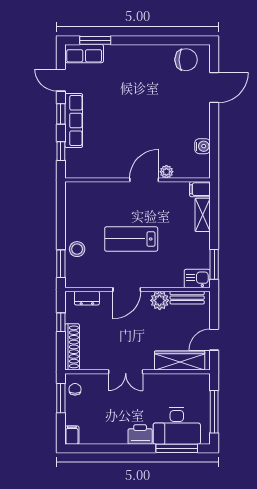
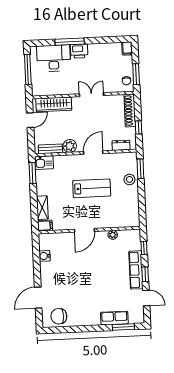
row of seats: (84, 54) -> (114, 318), moved
plant: (166, 172) -> (113, 235), moved
window: (177, 448) -> (70, 42), moved

